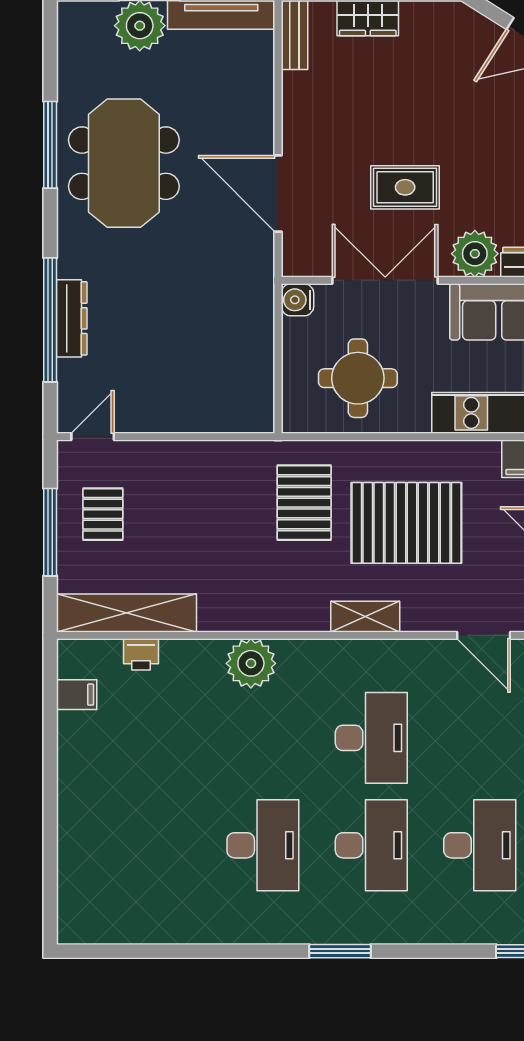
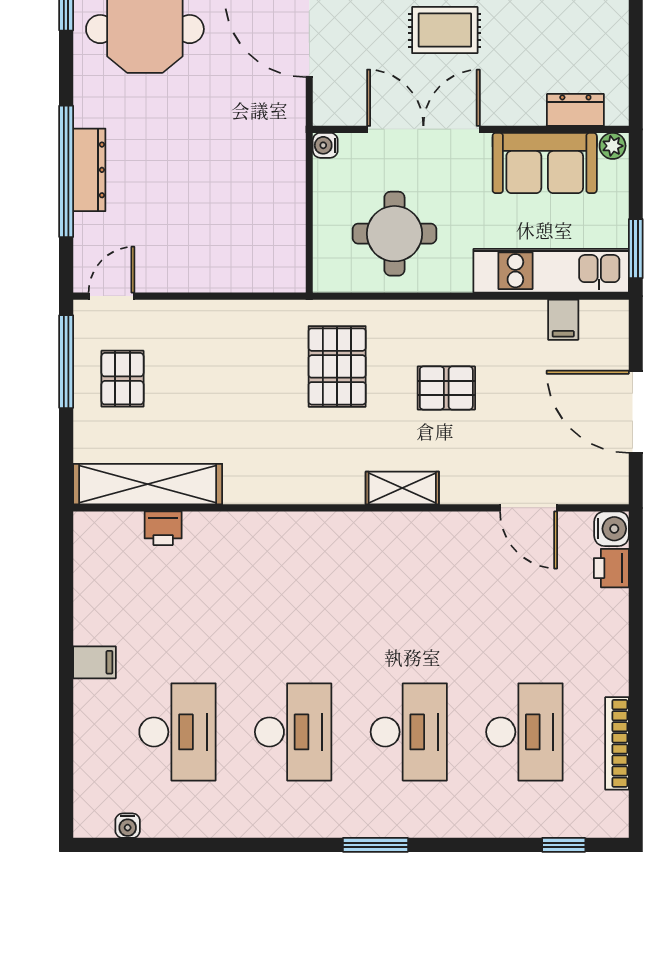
plant: (475, 254) -> (519, 101), removed
water cooler: (297, 300) -> (325, 145), width x0.72, depth x0.72
pallet: (406, 523) -> (446, 388), width x0.49, depth x0.50
window: (50, 532) -> (66, 362), moved
plant: (251, 663) -> (280, 538), removed
filing cabinet: (77, 695) -> (94, 662), moved
desk: (371, 738) -> (177, 732), moved
water cooler: (108, 933) -> (128, 826), added

